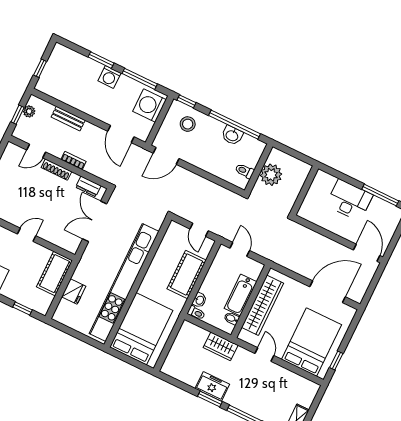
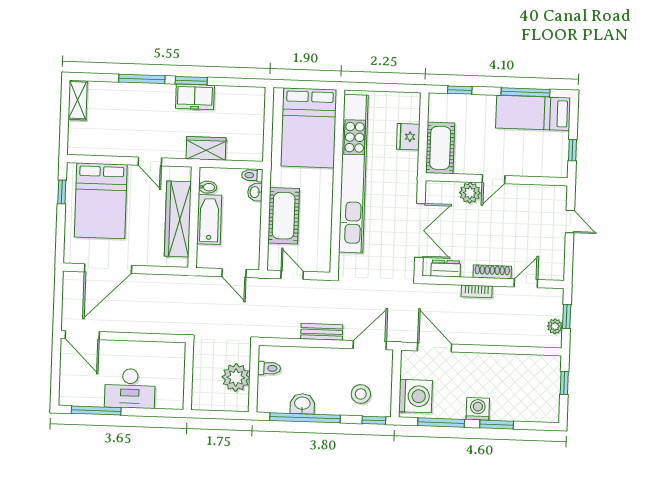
bench: (68, 119) -> (322, 332), moved
plant: (48, 232) -> (470, 193), added

